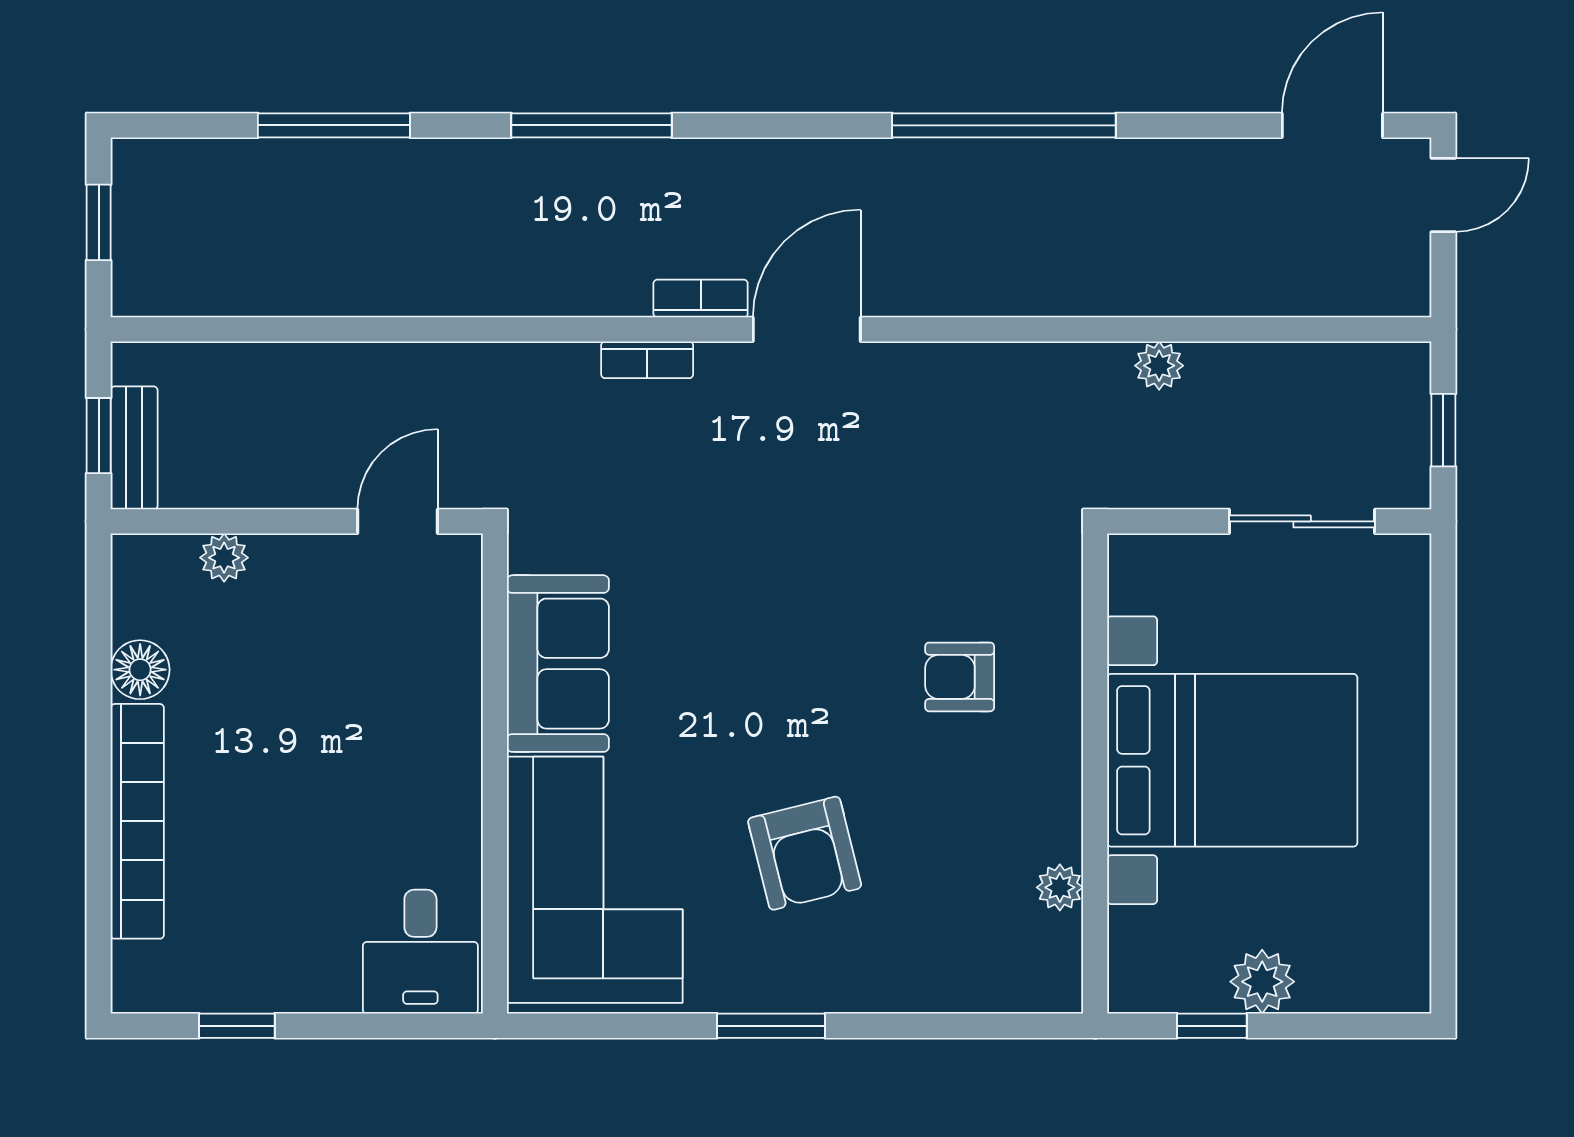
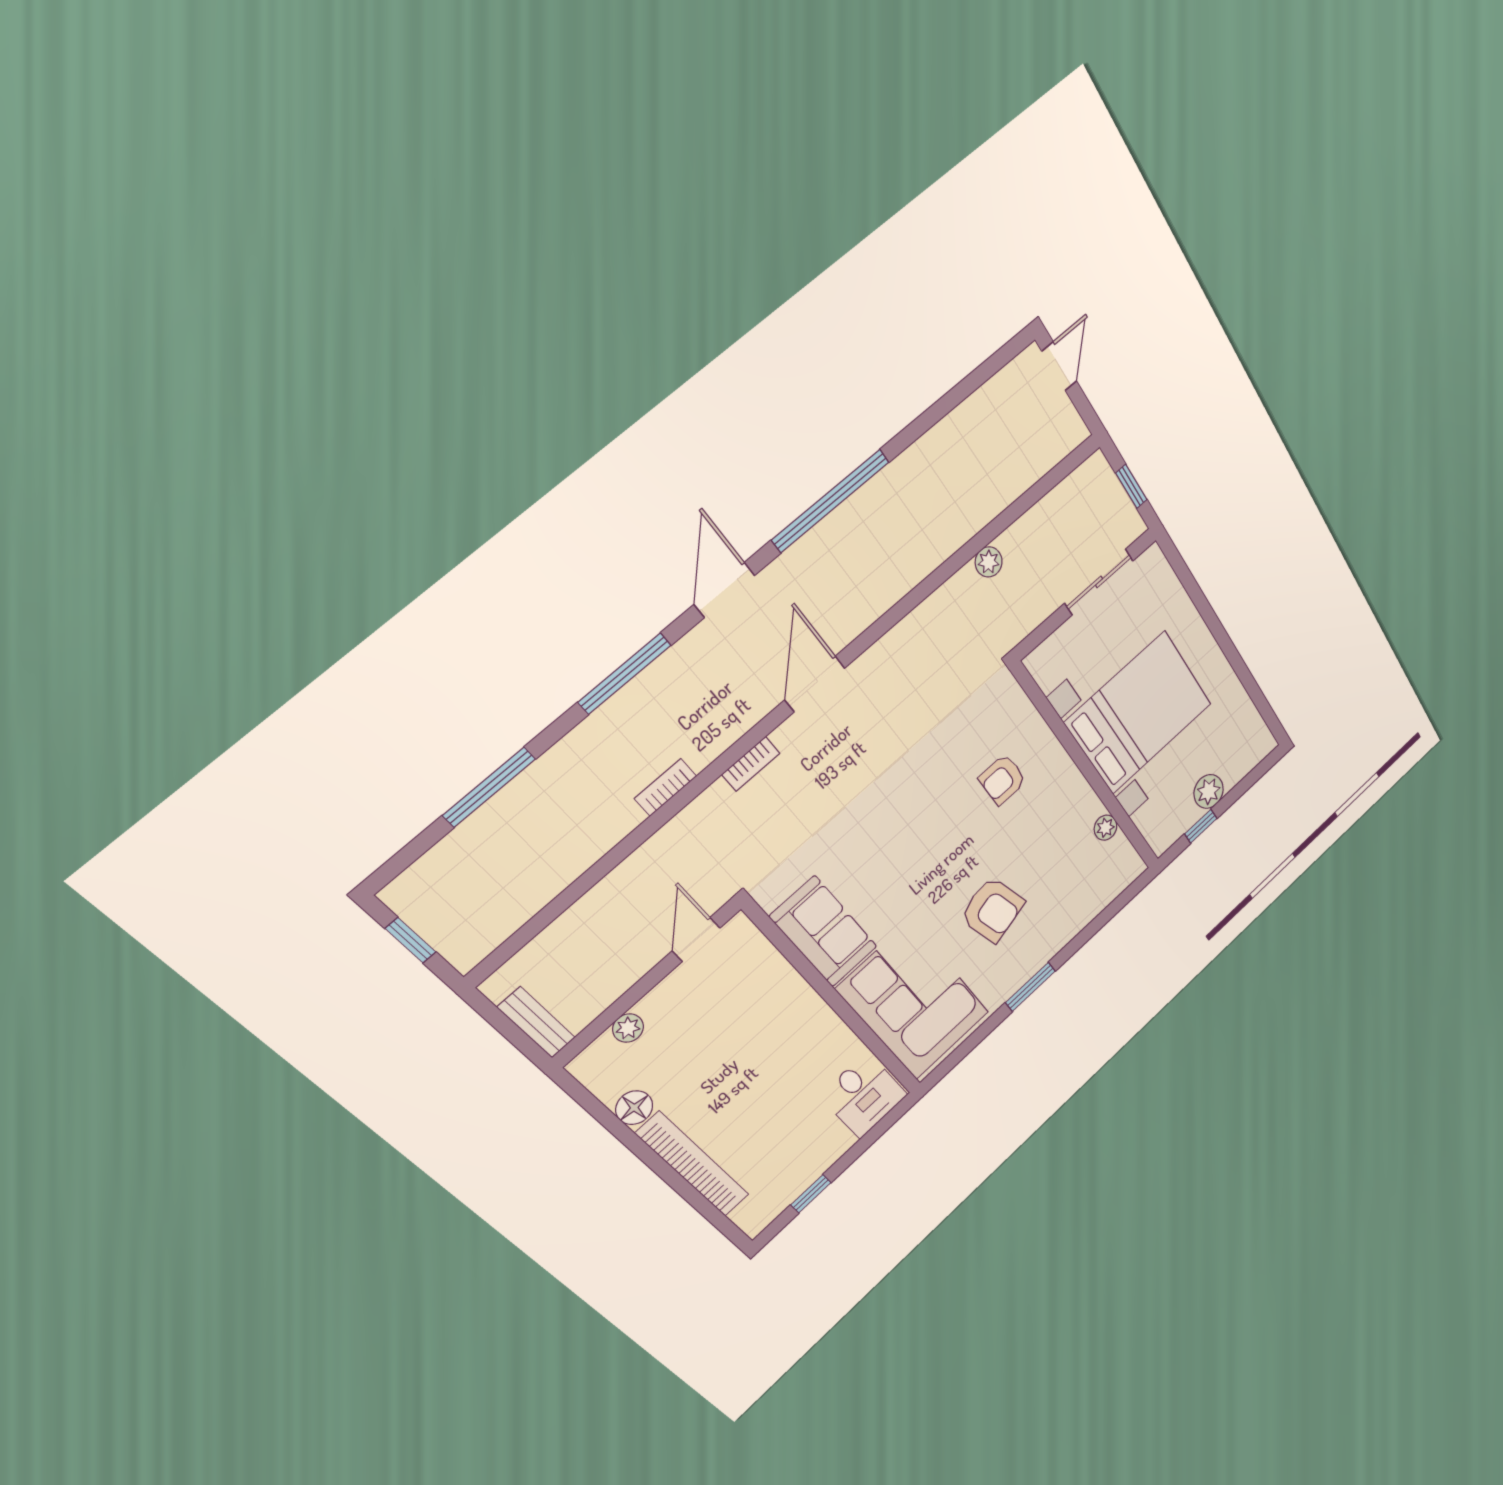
door: (1332, 125) -> (724, 590), moved
bookcase: (701, 299) -> (666, 787), moved
window: (99, 436) -> (513, 1033), removed

